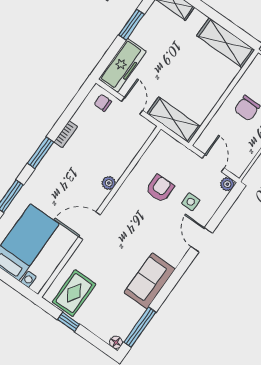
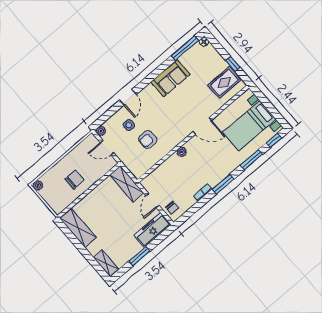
door: (213, 163) -> (107, 148), hinge flipped

